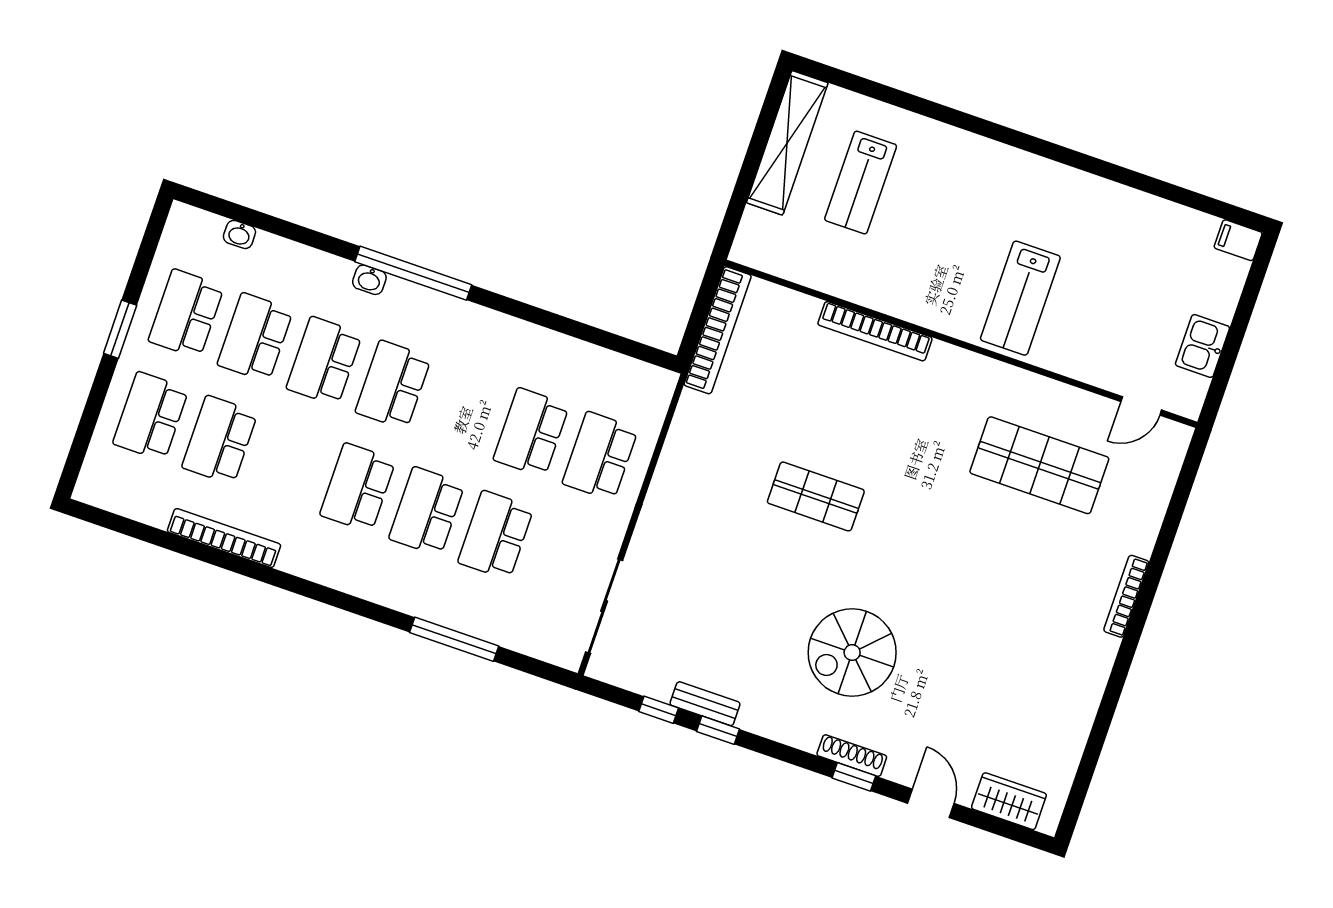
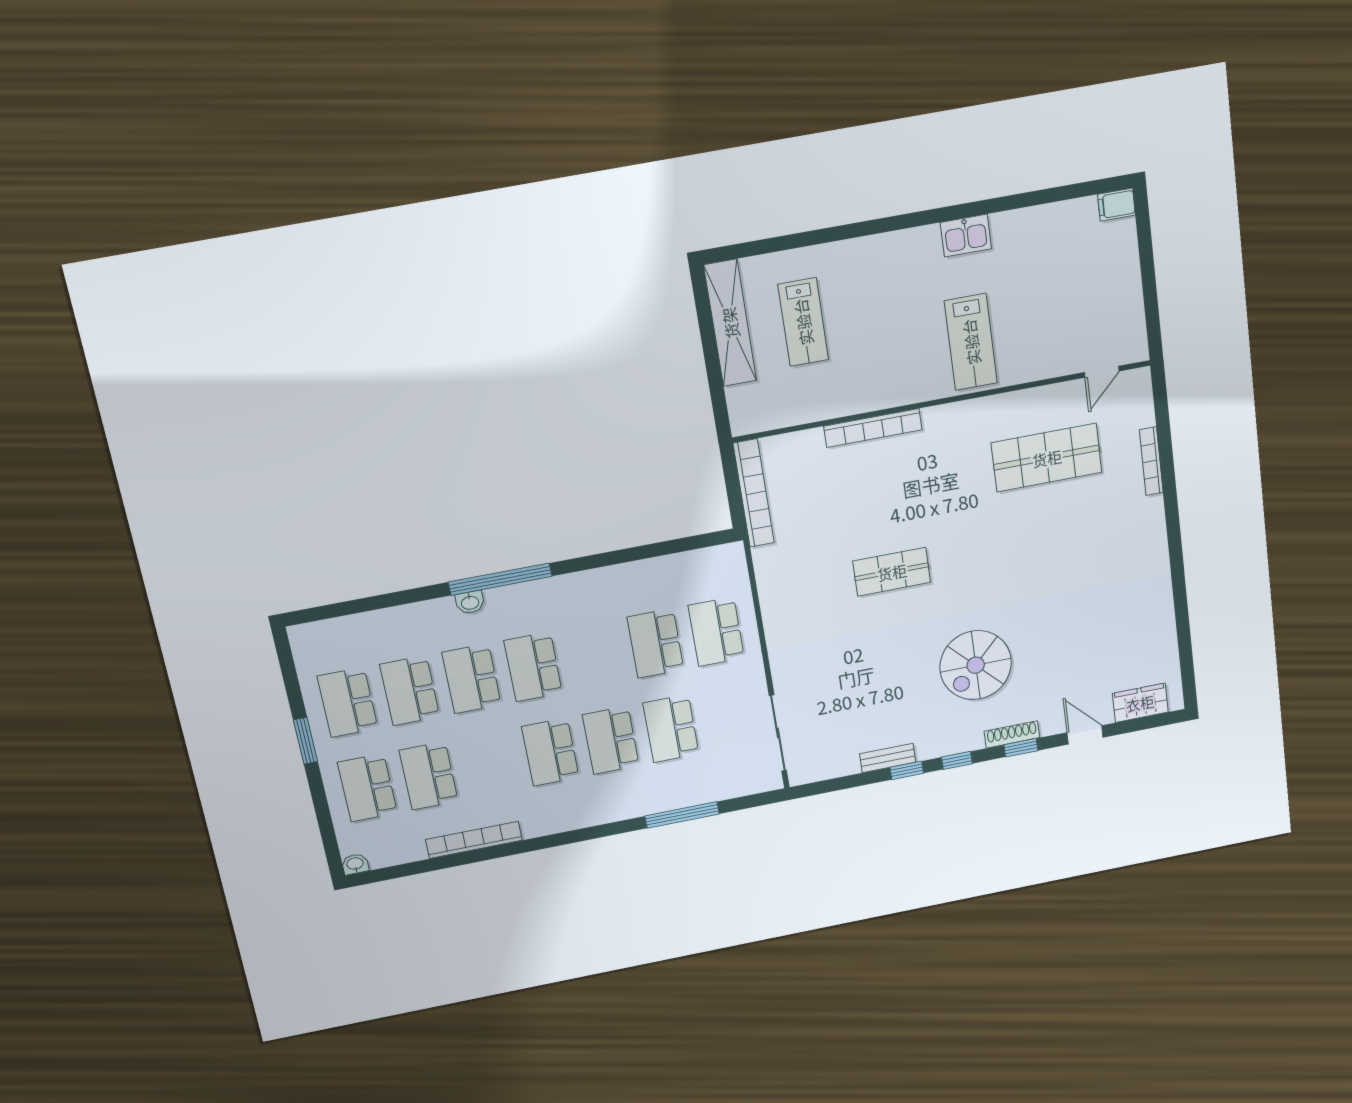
washbasin: (239, 234) -> (355, 864), moved, turned 180
kitchen sink: (1202, 346) -> (966, 236), moved, turned -90
bookcase: (1126, 596) -> (1151, 461), moved
window: (659, 710) -> (957, 760), moved

